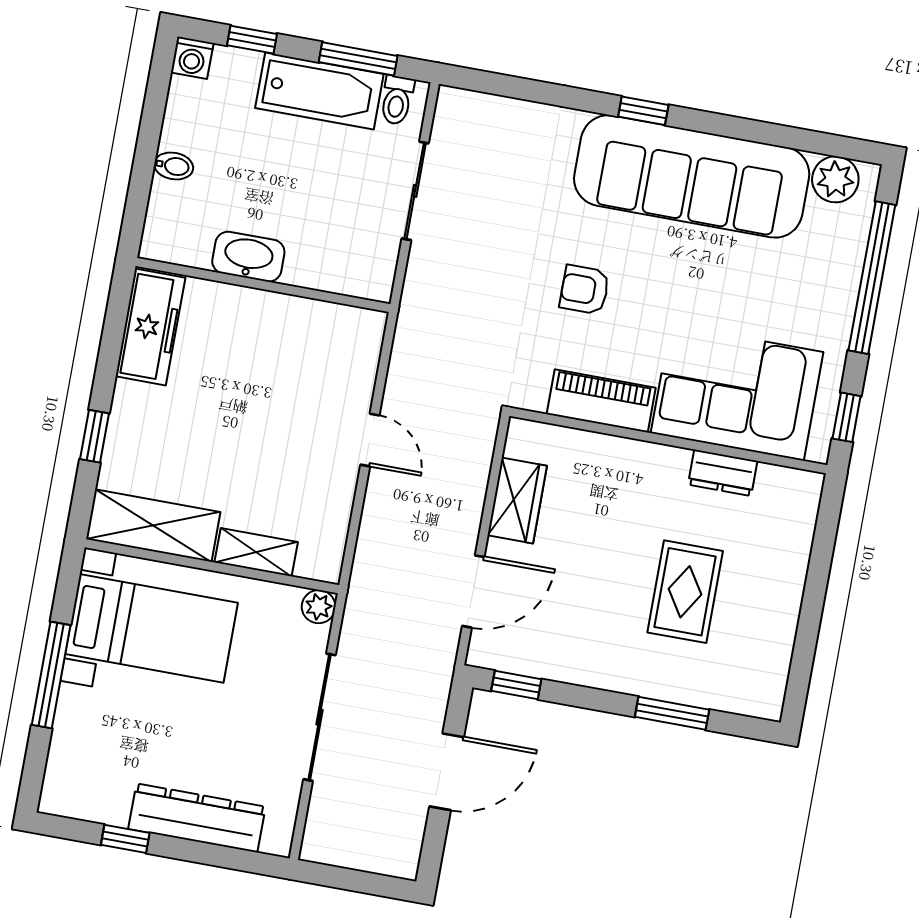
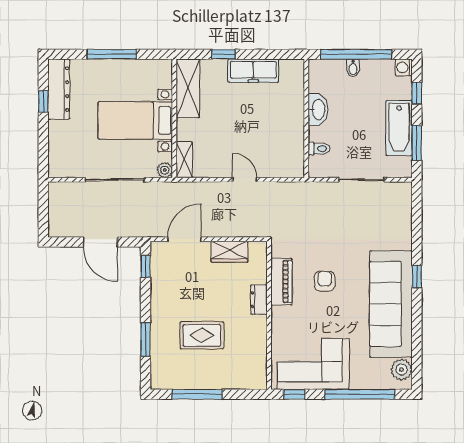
toilet: (397, 100) -> (319, 149), moved, turned 180
window: (146, 154) -> (356, 54), added
armchair: (585, 290) -> (325, 281), moved
freezer: (150, 327) -> (253, 71), moved
corner sofa: (737, 393) -> (313, 364), moved, turned -90
door: (370, 440) -> (245, 180), swing flipped
dresser: (723, 473) -> (259, 300), moved
shelving: (256, 552) -> (184, 160), moved
door: (473, 591) -> (184, 239), swing flipped
window: (809, 625) -> (197, 394), added
bed with nightstands: (151, 628) -> (135, 120), moved, turned 90
dresser: (197, 818) -> (59, 89), moved

